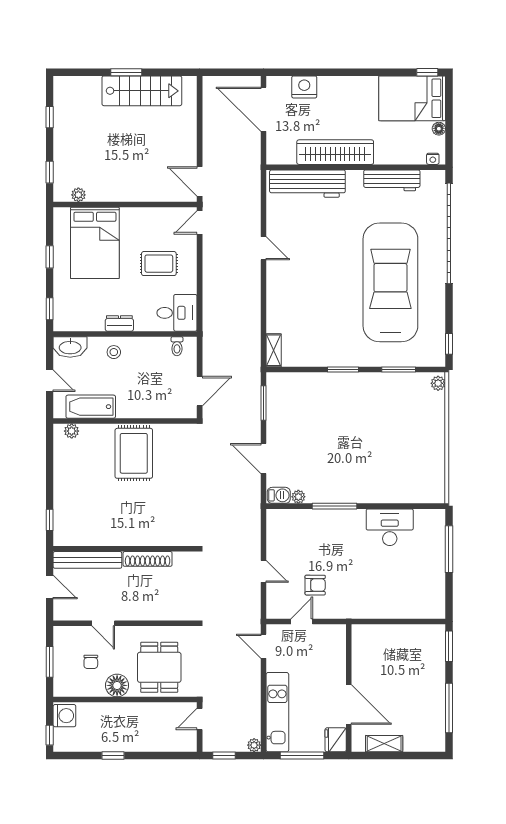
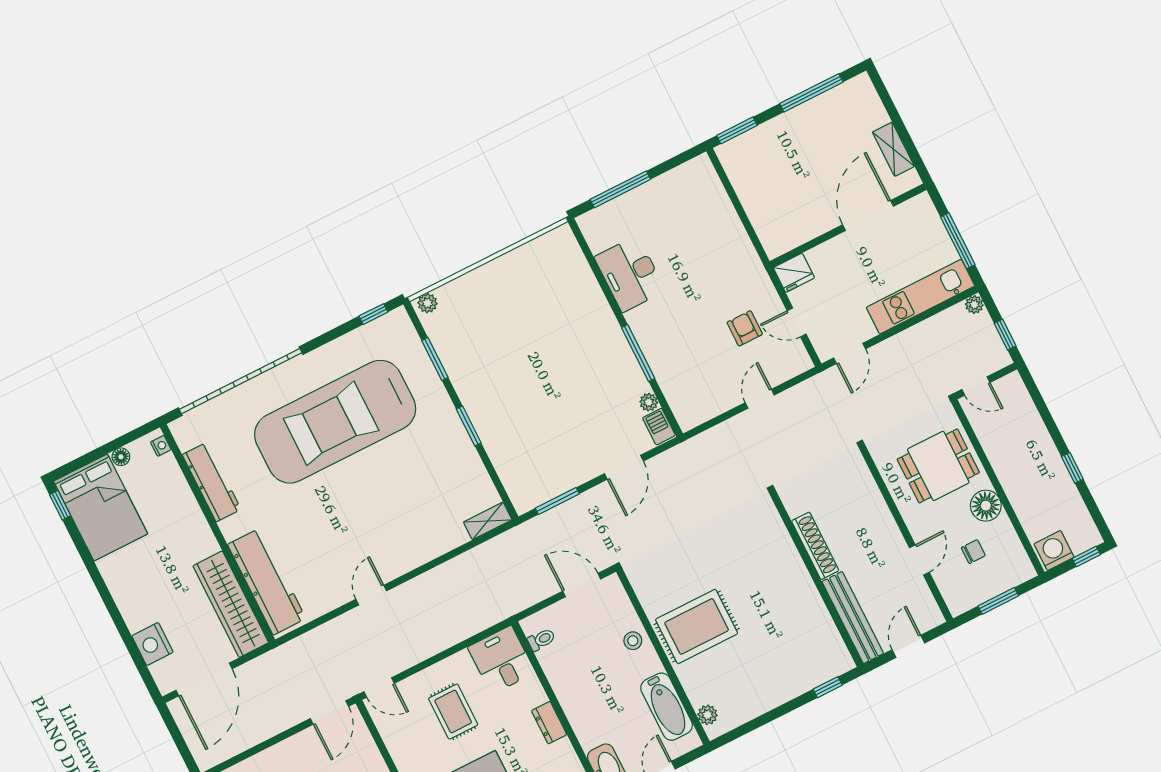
wardrobe: (335, 152) -> (231, 604), moved
stool: (114, 352) -> (633, 641), moved
fridge: (336, 740) -> (794, 273), moved

